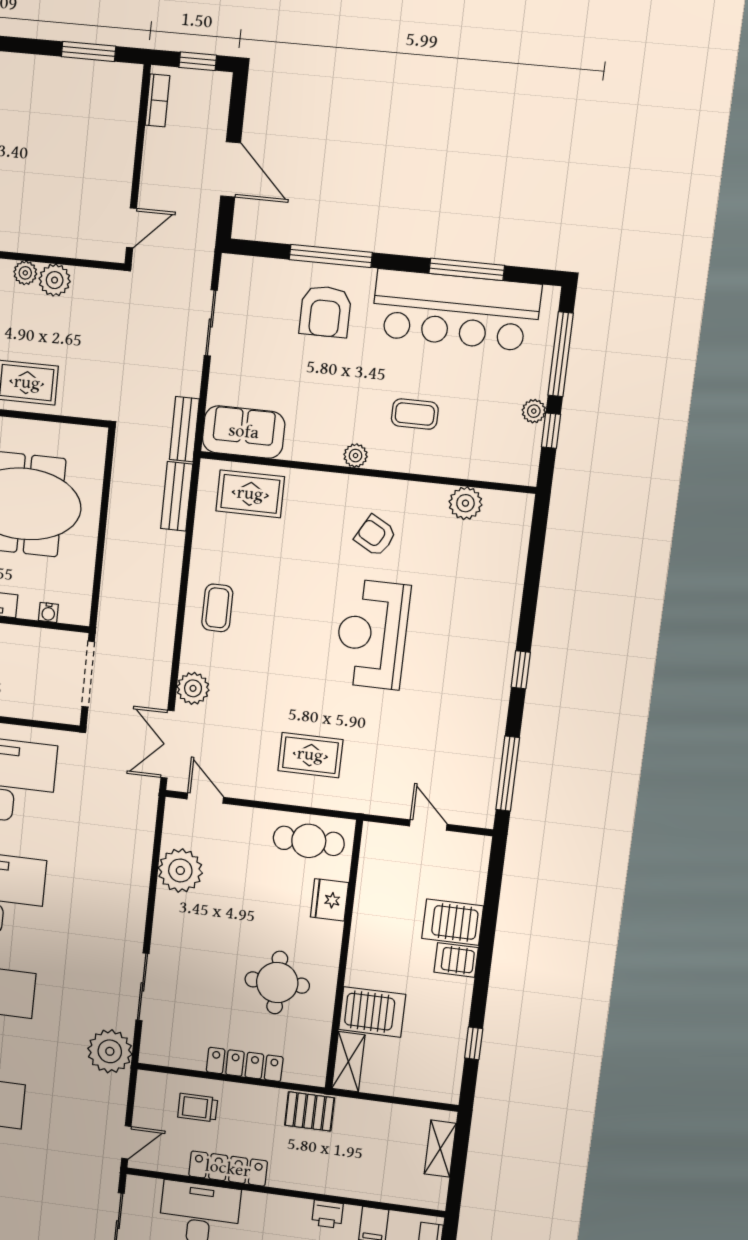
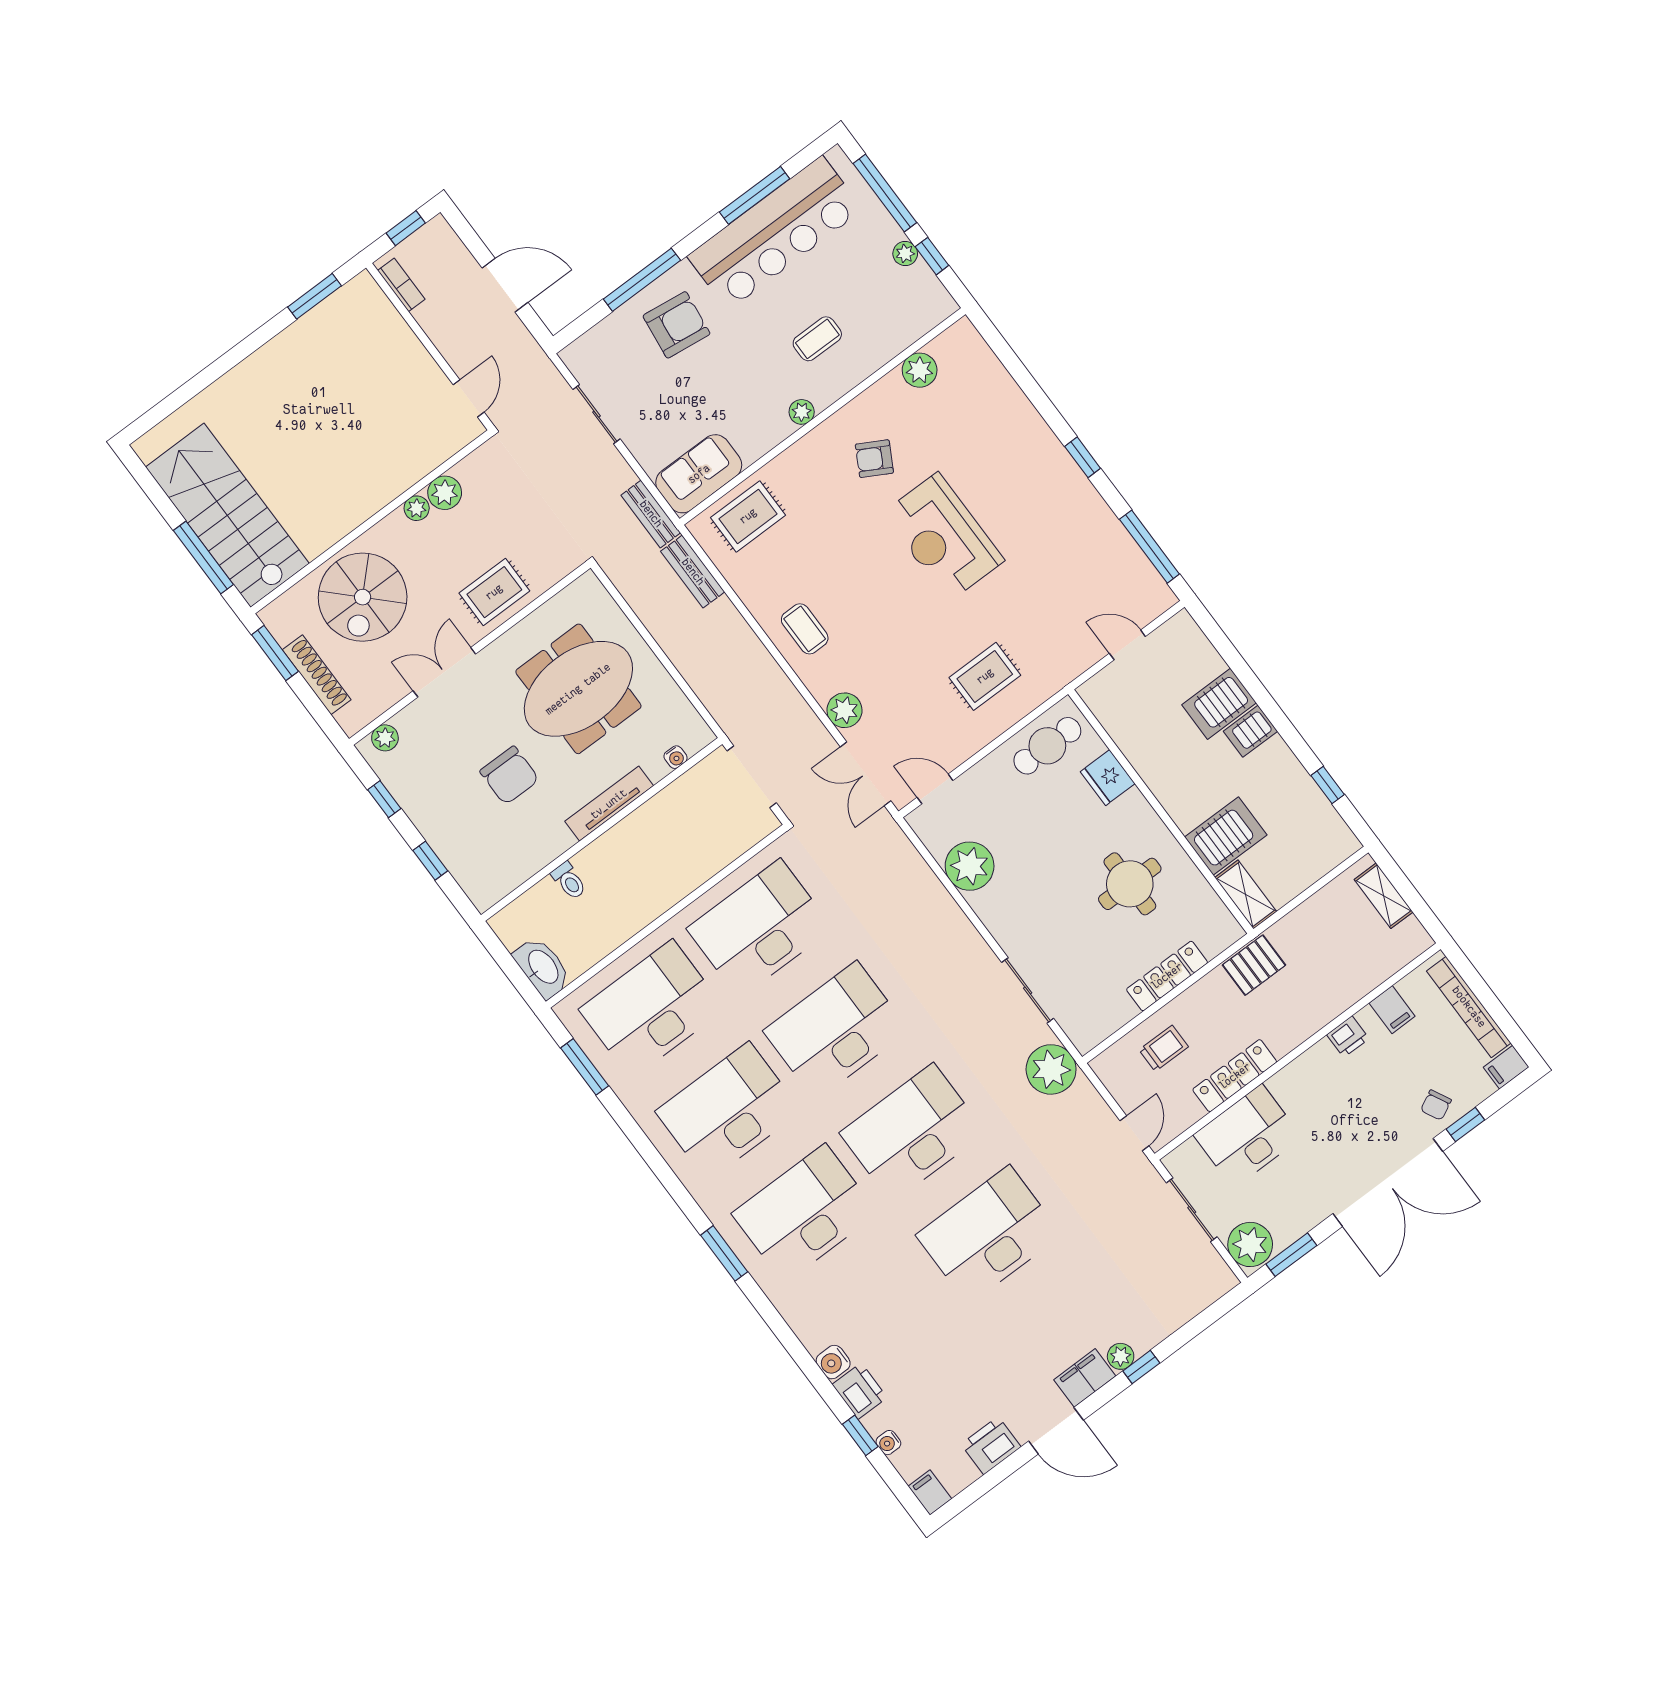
armchair: (325, 312) -> (676, 325), turned -83
trolley: (198, 1108) -> (1164, 1048), turned 180

